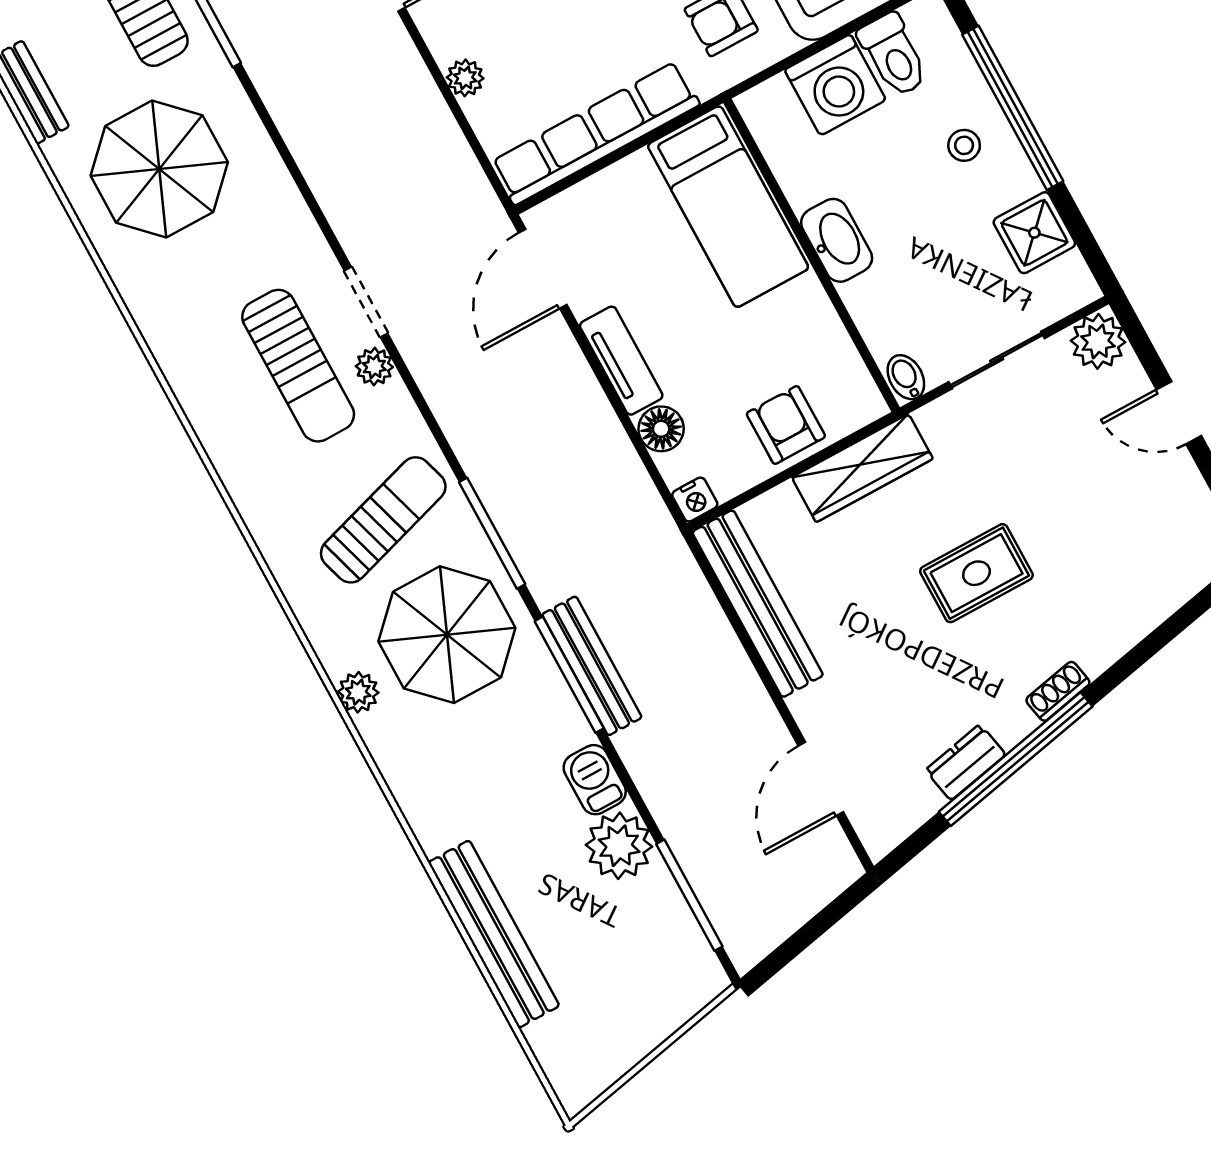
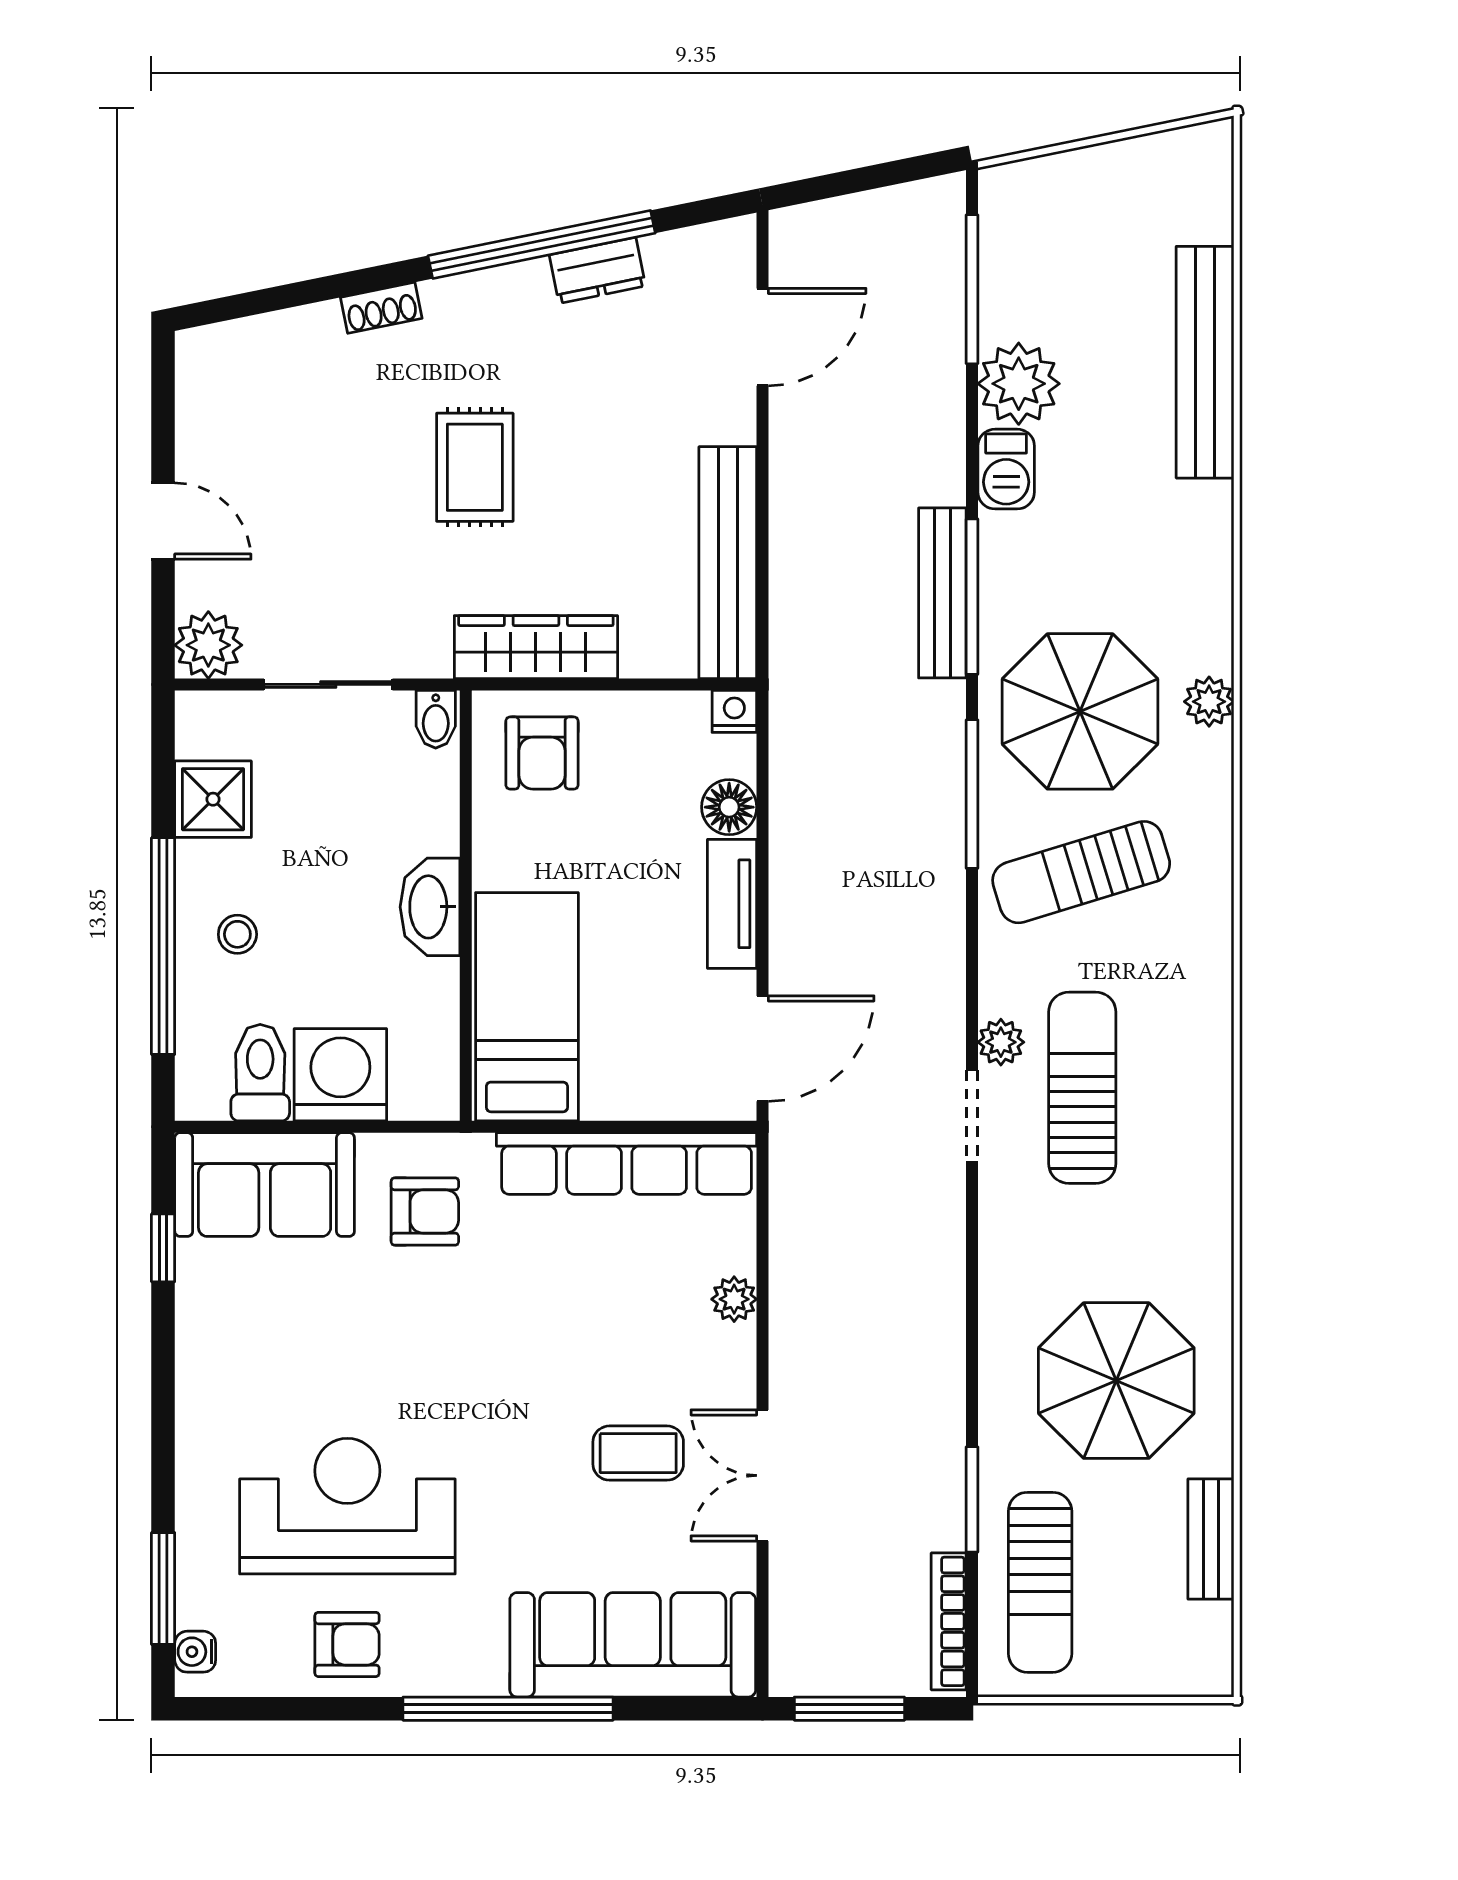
armchair: (786, 425) -> (542, 753), moved
rug: (976, 573) -> (475, 467), turned 90
shoe rack: (1058, 691) -> (381, 308), moved

